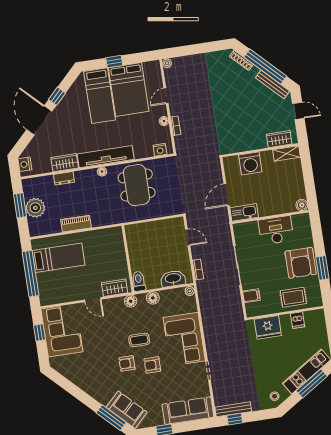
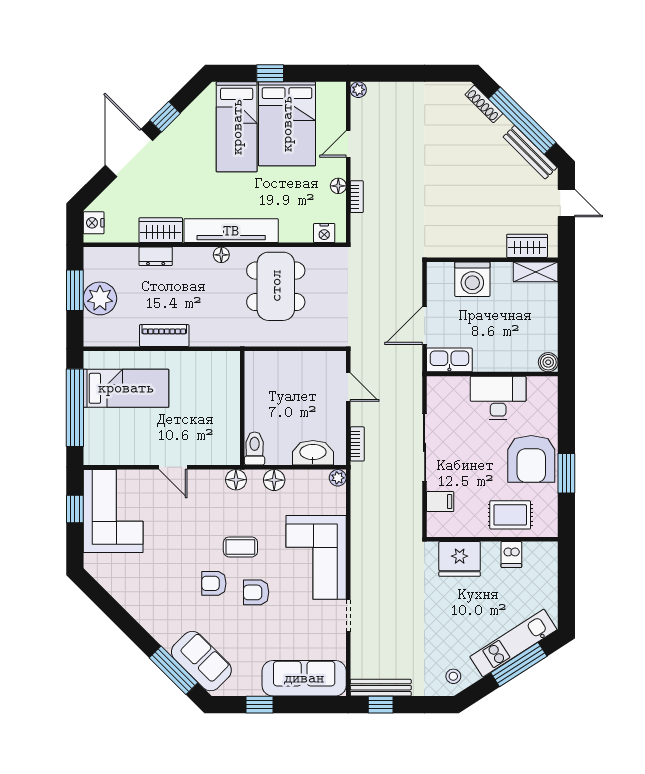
wardrobe: (115, 288) -> (212, 453), removed

